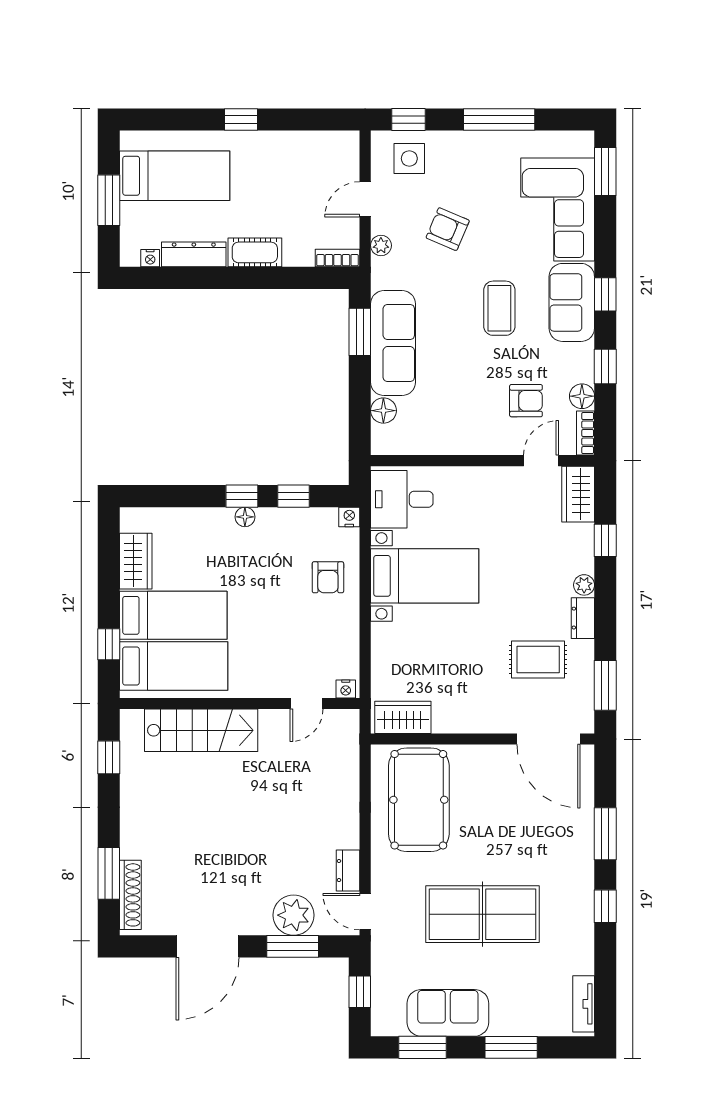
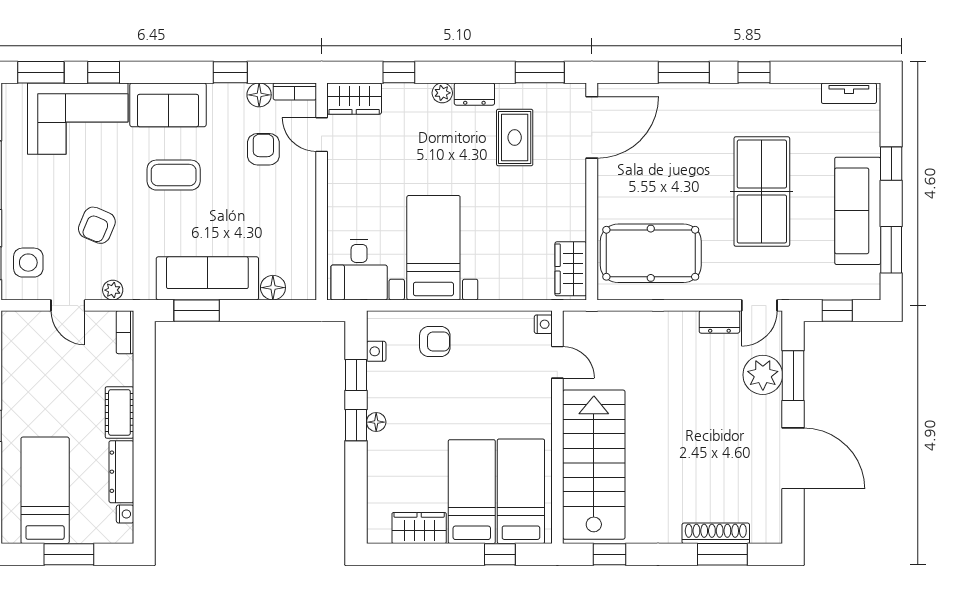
window: (605, 294) -> (104, 72), moved
nightstand: (349, 517) -> (376, 351), moved
stairs: (201, 730) -> (594, 465), width x1.36, depth x1.51
shoe rack: (130, 895) -> (716, 533), moved
sofa: (448, 1013) -> (858, 211), width x1.36
window: (511, 1047) -> (891, 164), width x0.67

